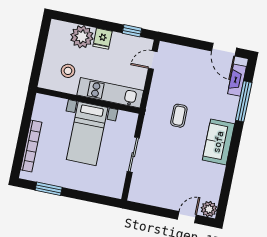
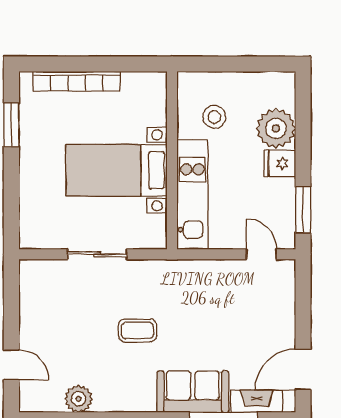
window: (132, 31) -> (303, 210), width x1.50
coffee table: (179, 116) -> (138, 330), moved
sofa: (218, 142) -> (193, 392), moved
plant: (209, 209) -> (79, 399), moved

